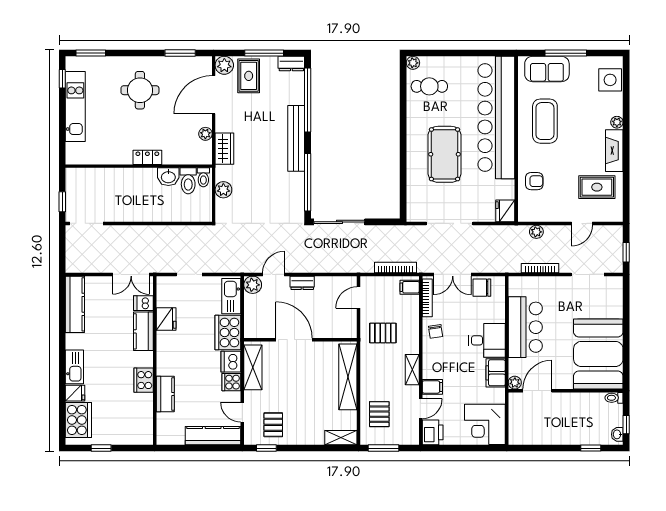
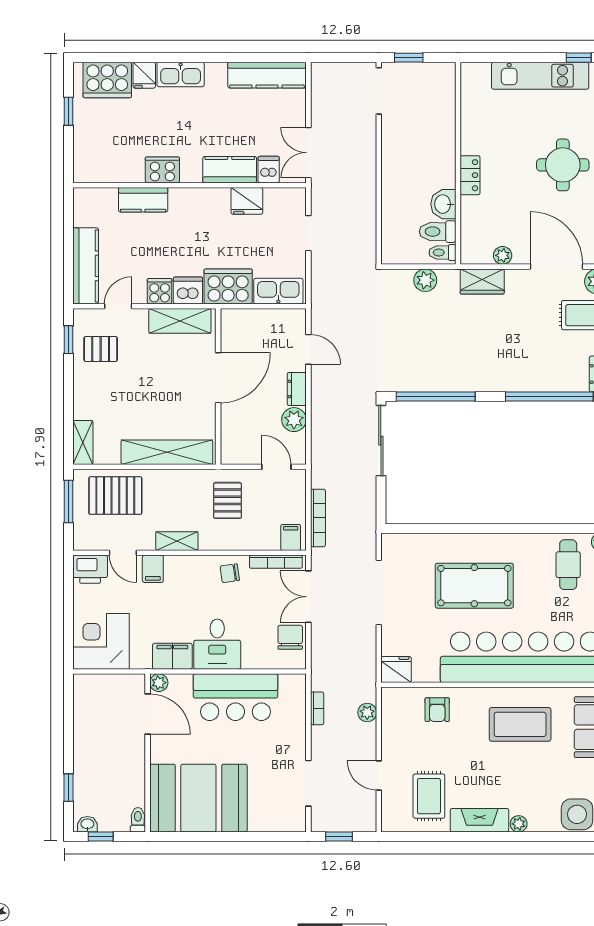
bench: (296, 138) -> (496, 381), removed
bookcase: (540, 268) -> (317, 708), width x0.64
plant: (253, 285) -> (294, 420), moved
pallet: (379, 414) -> (115, 496), width x1.50, depth x1.42

